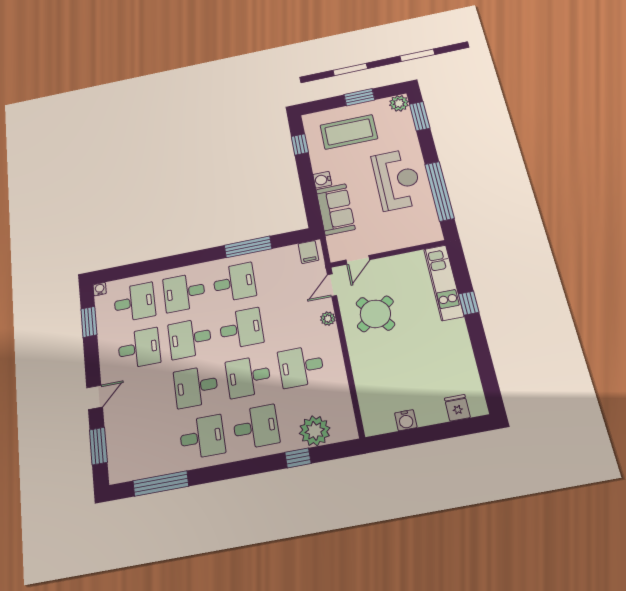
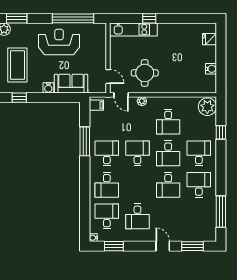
round table: (375, 314) -> (145, 73), turned 37
desk: (190, 338) -> (137, 185), removed
desk: (139, 348) -> (137, 216), turned 180
plant: (315, 431) -> (207, 107), moved

